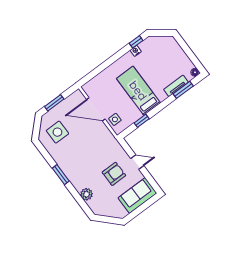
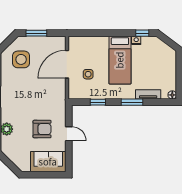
window: (183, 90) -> (132, 102), moved
bed: (138, 91) -> (120, 60), moved, turned 180
door: (96, 109) -> (67, 64), hinge flipped
side table: (115, 119) -> (88, 74), moved

